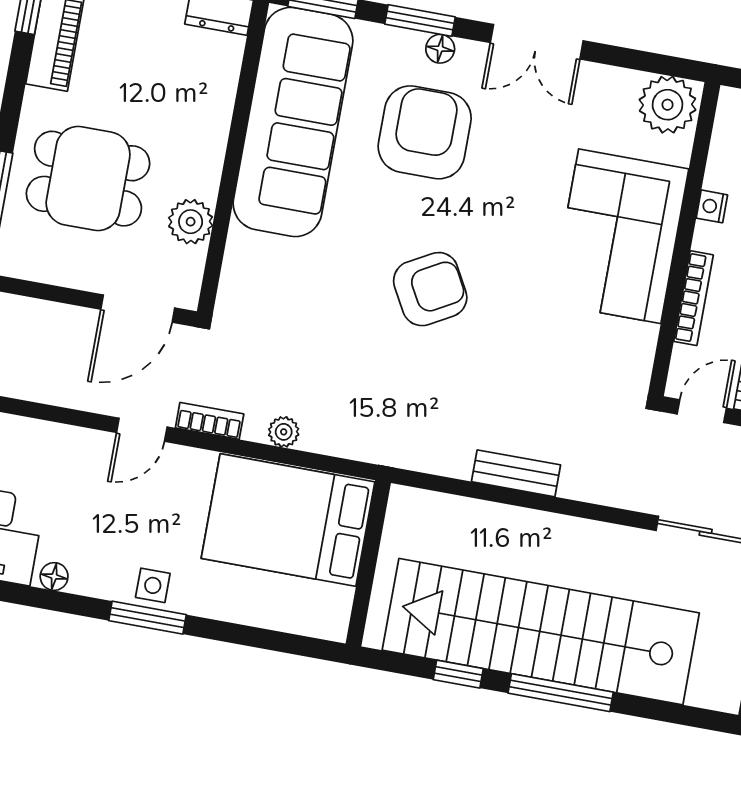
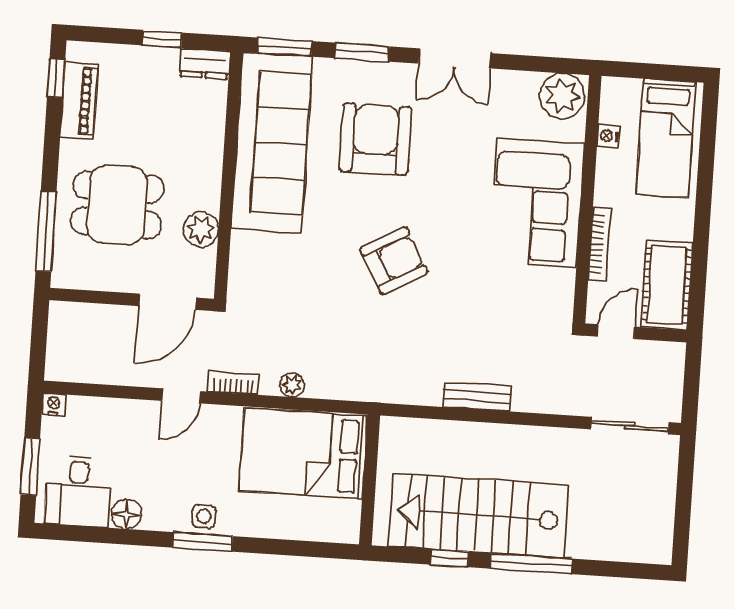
floor lamp: (440, 49) -> (380, 72), removed
nightstand: (712, 206) -> (608, 136), moved
floor lamp: (54, 576) -> (126, 514), width x1.37, depth x1.37
stairs: (541, 632) -> (478, 516), width x0.73

